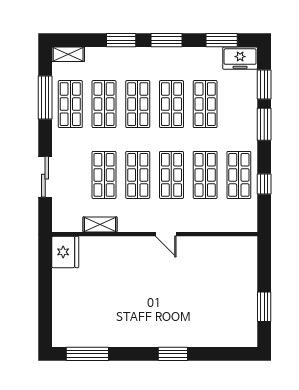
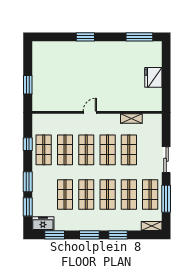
sliding door: (45, 177) -> (166, 160), moved
door: (166, 234) -> (90, 112), hinge flipped
fridge: (65, 252) -> (153, 77), moved
window: (264, 307) -> (28, 85), moved

